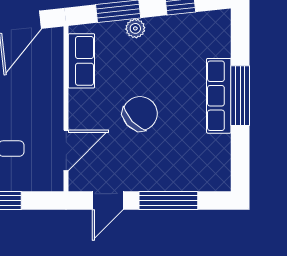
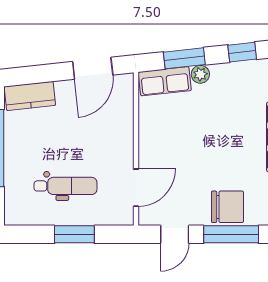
row of seats: (81, 61) -> (165, 81), moved, turned 84
chair: (140, 114) -> (227, 207), moved, turned 43

